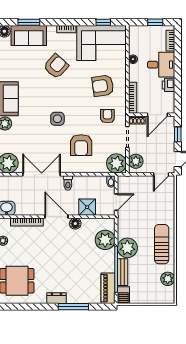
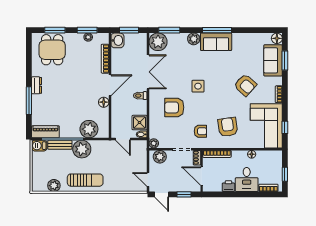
plant: (116, 163) -> (154, 143), width x0.53, depth x0.53
shower: (87, 207) -> (139, 123), moved

